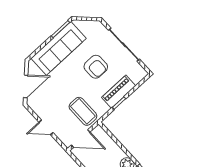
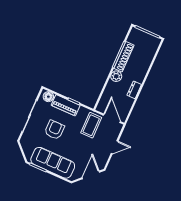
floor lamp: (137, 76) -> (48, 97), added
door: (26, 86) -> (91, 175), hinge flipped
door: (46, 127) -> (115, 147), hinge flipped

